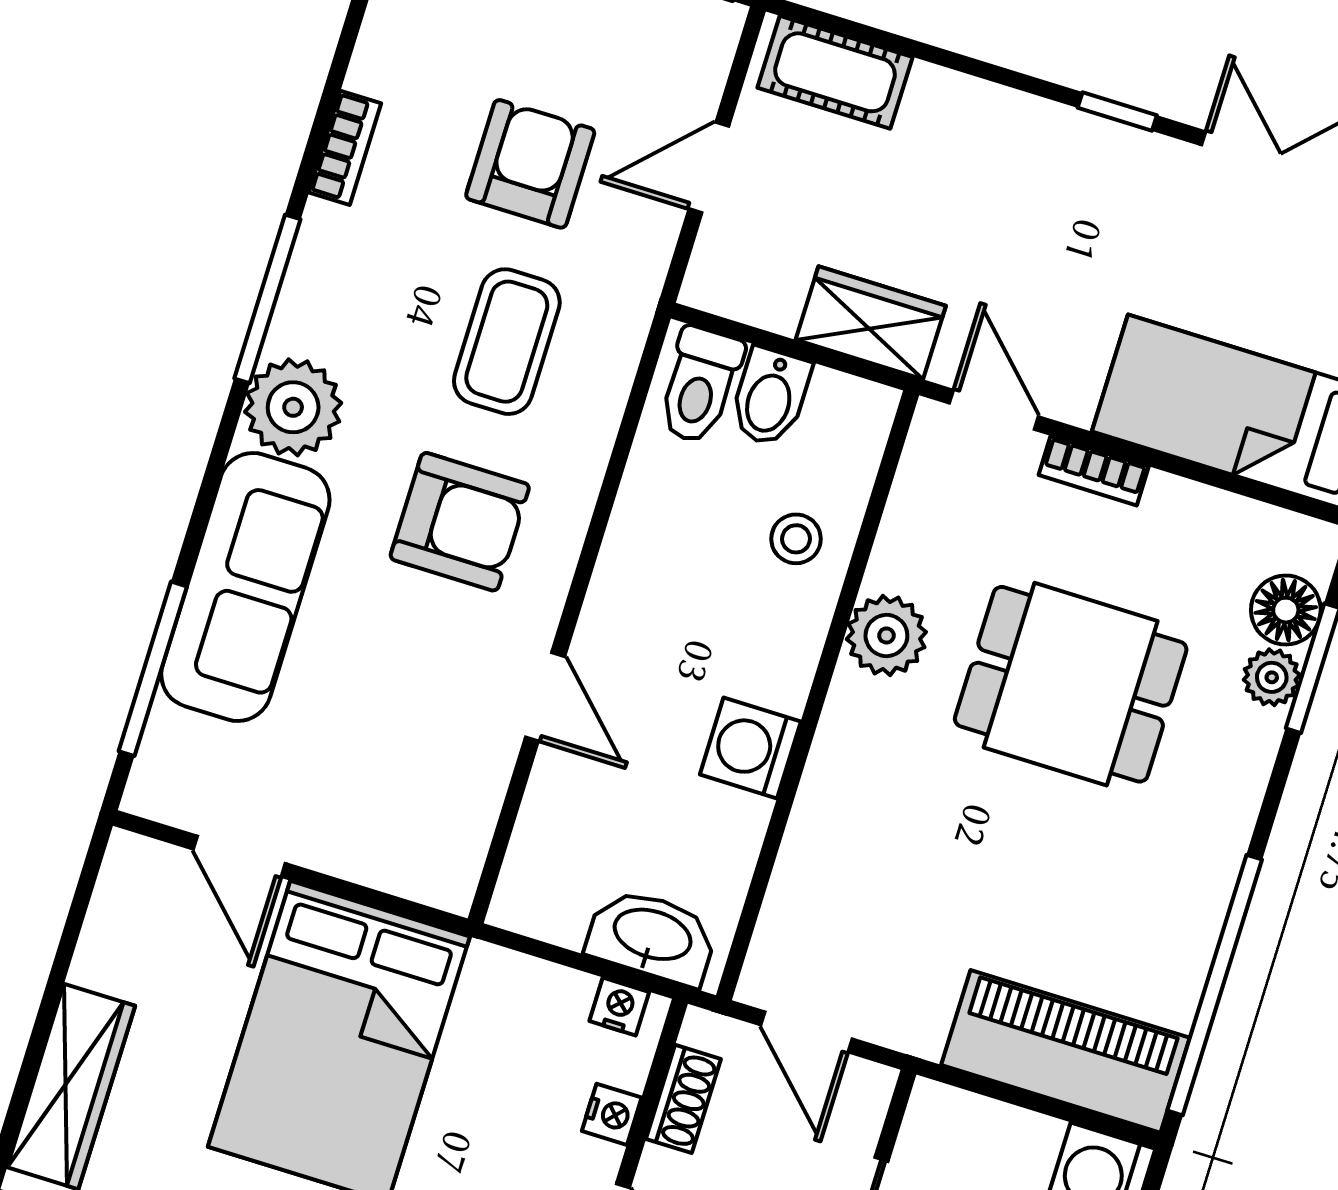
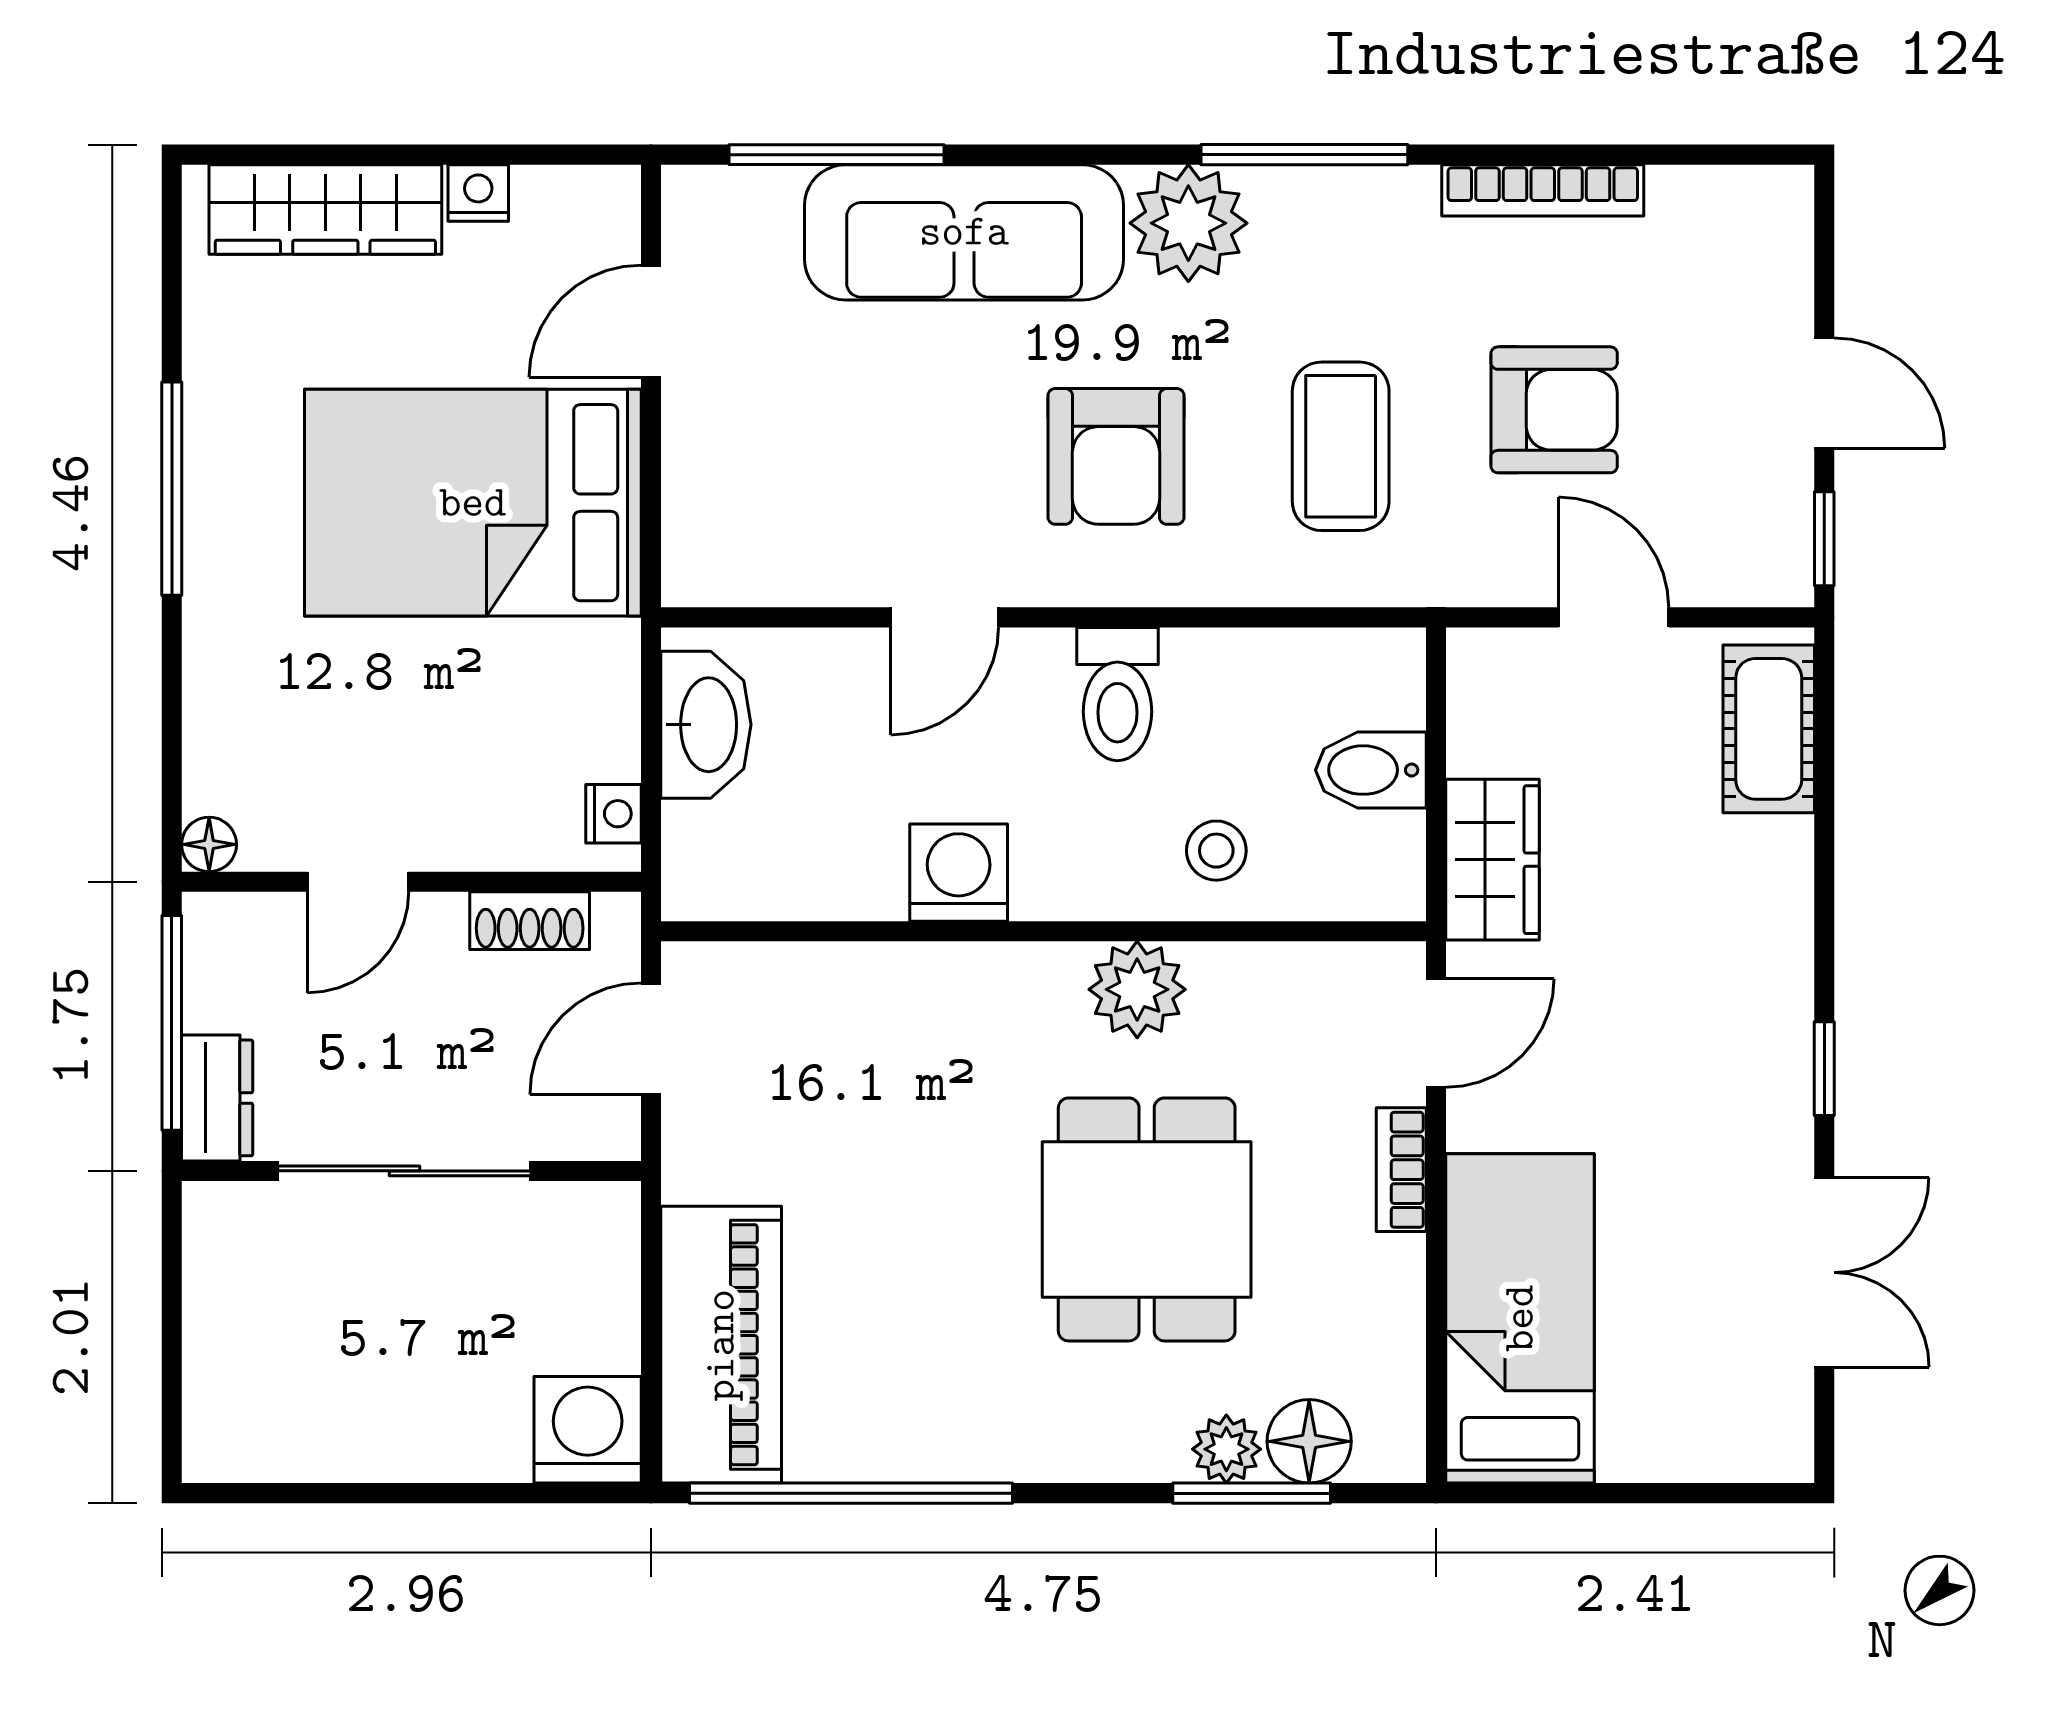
bookcase: (345, 148) -> (1543, 190), width x1.56
coffee table: (507, 342) -> (1341, 446), turned 90
toilet: (700, 385) -> (1117, 694), moved, turned -90
washbasin: (652, 937) -> (706, 725), moved
nightstand: (612, 1114) -> (478, 193), moved, turned 180

